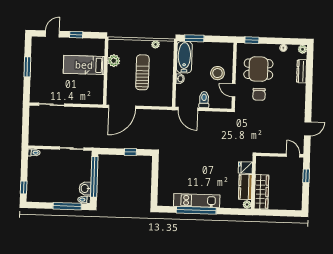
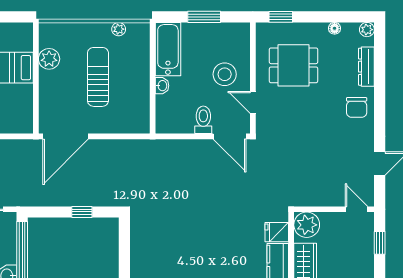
window: (194, 38) -> (204, 17), moved
chair: (259, 94) -> (357, 107), moved
door: (188, 109) -> (230, 136), moved
plant: (263, 164) -> (307, 225), added

